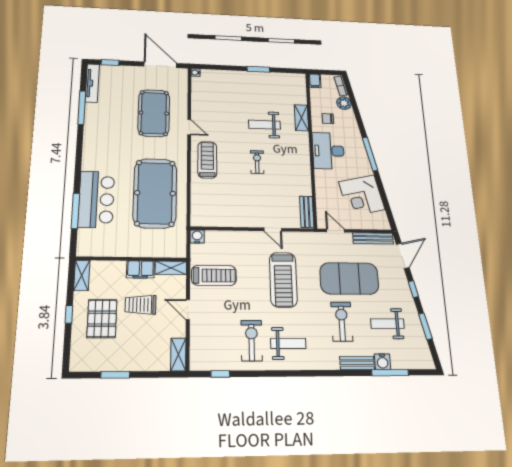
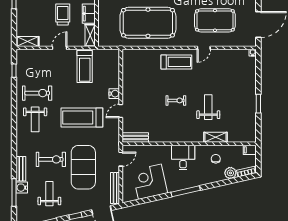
desk: (328, 151) -> (183, 157), width x0.73
water cooler: (197, 237) -> (114, 94), moved

